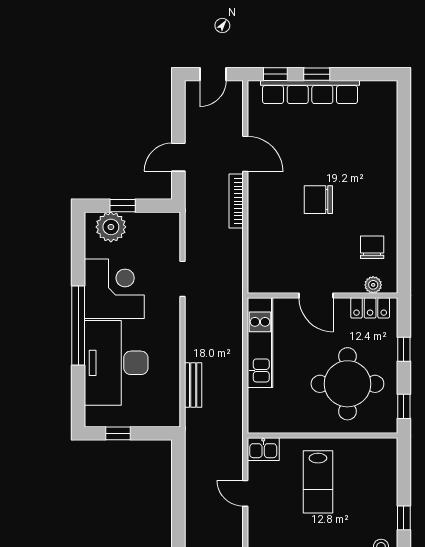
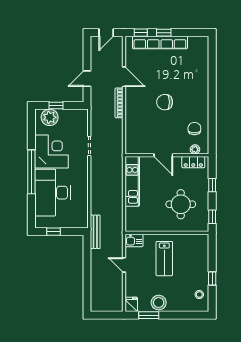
round table: (347, 384) -> (181, 204), width x0.73, depth x0.73
bench: (193, 385) -> (95, 232), moved, width x1.36

